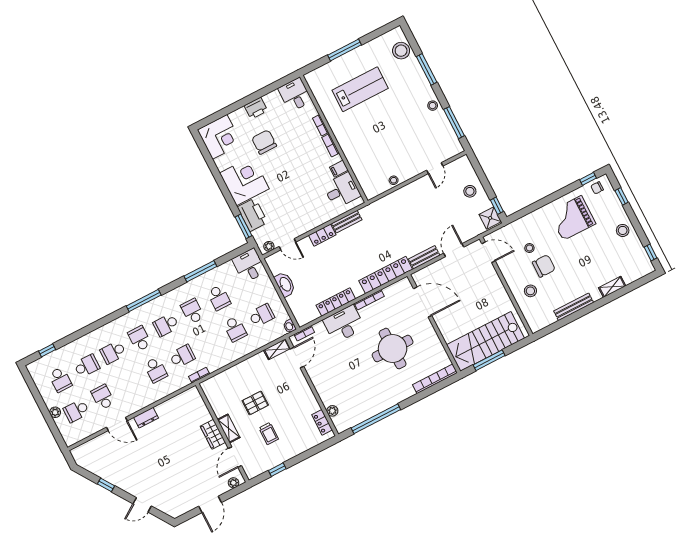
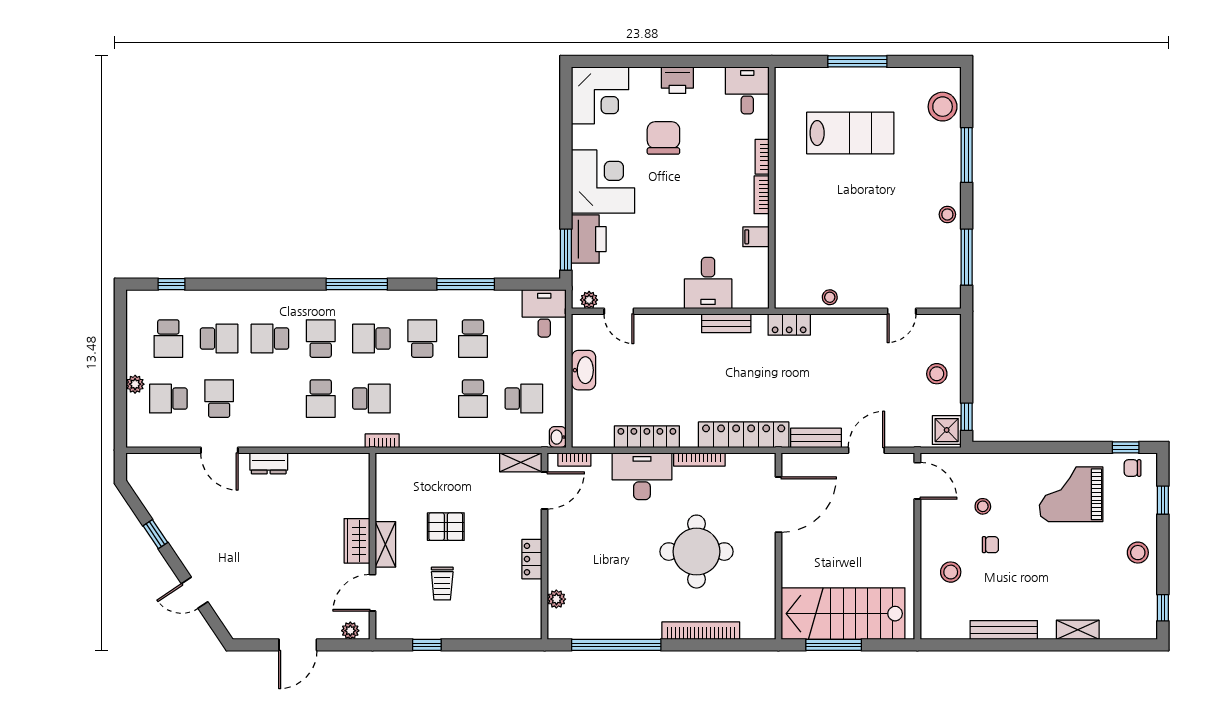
desk: (342, 190) -> (708, 283), moved, turned 90
locker: (322, 235) -> (789, 325), moved
chair: (544, 266) -> (990, 545), width x0.54, depth x0.54
door: (423, 302) -> (778, 505), hinge flipped
bookcase: (435, 379) -> (701, 631), moved
locker: (322, 422) -> (532, 559), moved

